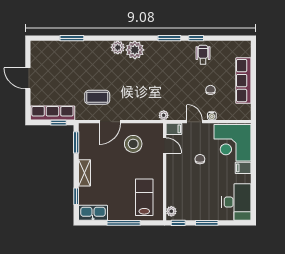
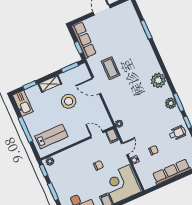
plant: (118, 47) -> (171, 103), moved
stool: (133, 144) -> (69, 101), moved
door: (165, 145) -> (97, 135), swing flipped

